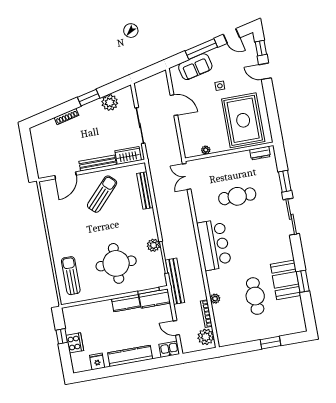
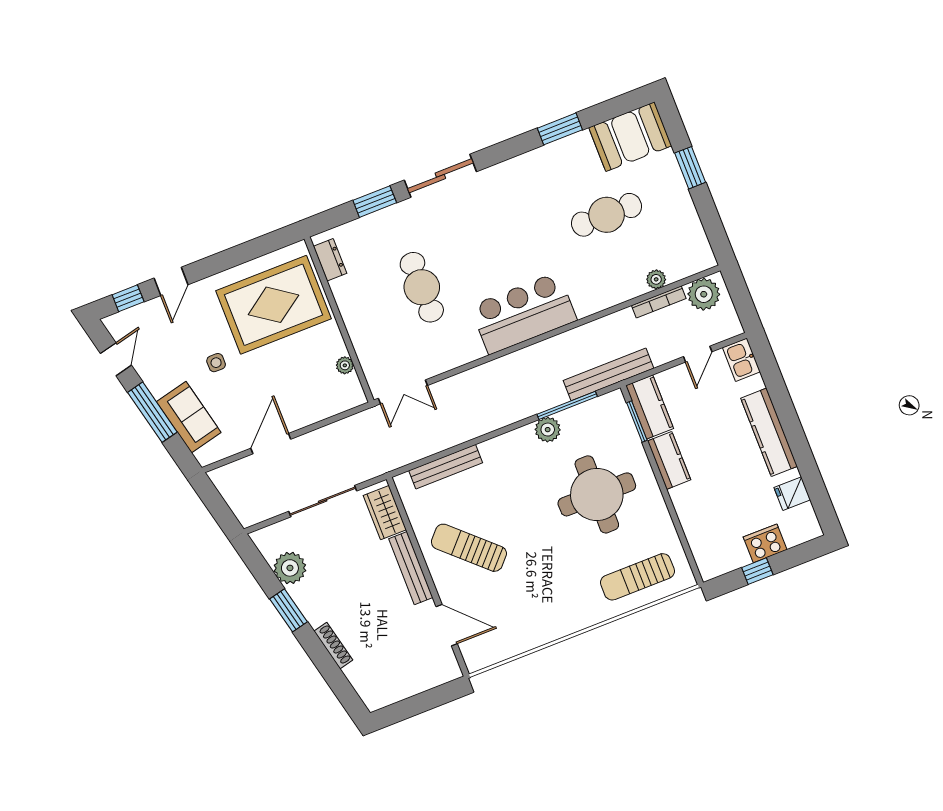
booth: (286, 280) -> (630, 137), moved
plant: (215, 299) -> (656, 279), moved

